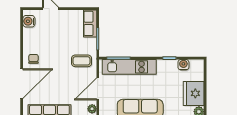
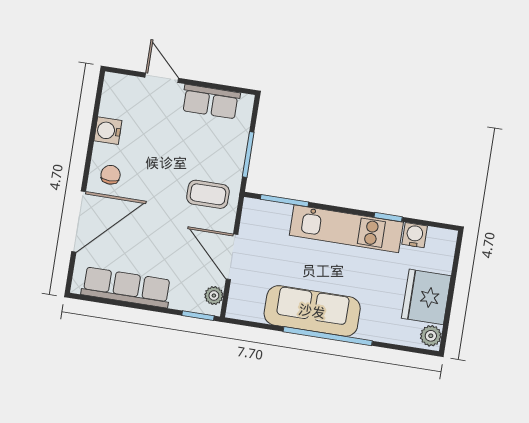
water cooler: (29, 21) -> (108, 131), moved
row of seats: (90, 23) -> (211, 102), moved, turned -90
kitchen unit: (129, 67) -> (346, 229), moved
door: (98, 89) -> (232, 257), hinge flipped

